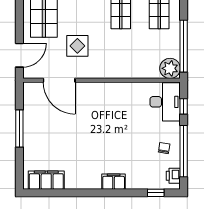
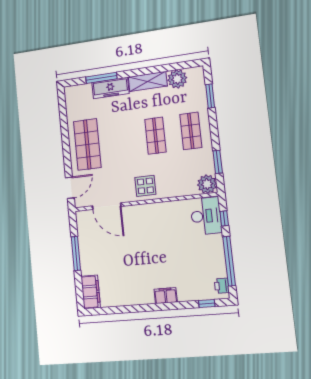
display table: (77, 46) -> (145, 186), moved
window: (184, 46) -> (218, 162), width x0.47
chair: (164, 148) -> (210, 260), removed
filing cabinet: (46, 180) -> (91, 292), moved, turned 90

